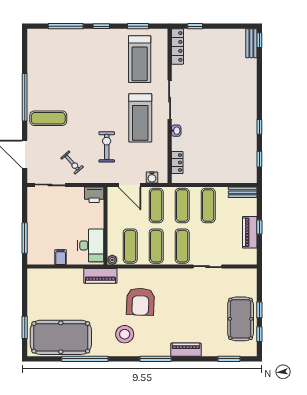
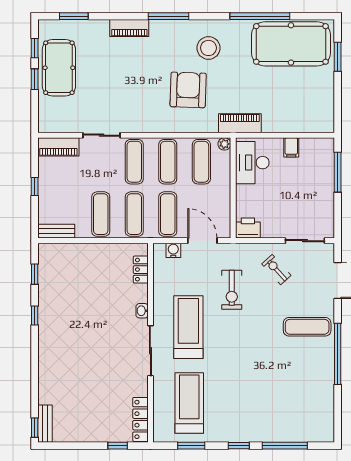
piano: (250, 232) -> (58, 147), moved, turned 90

